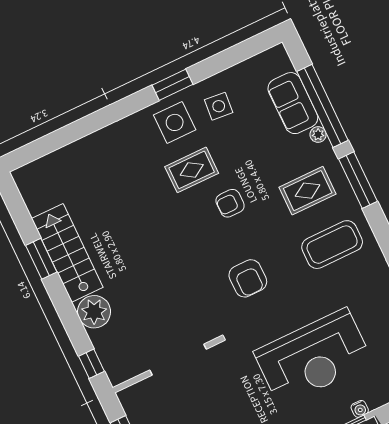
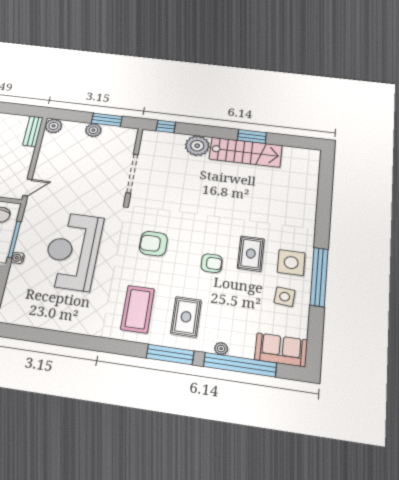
window: (172, 85) -> (319, 277), width x2.11
sofa: (293, 103) -> (281, 350), moved
armchair: (230, 203) -> (212, 263), turned 90

